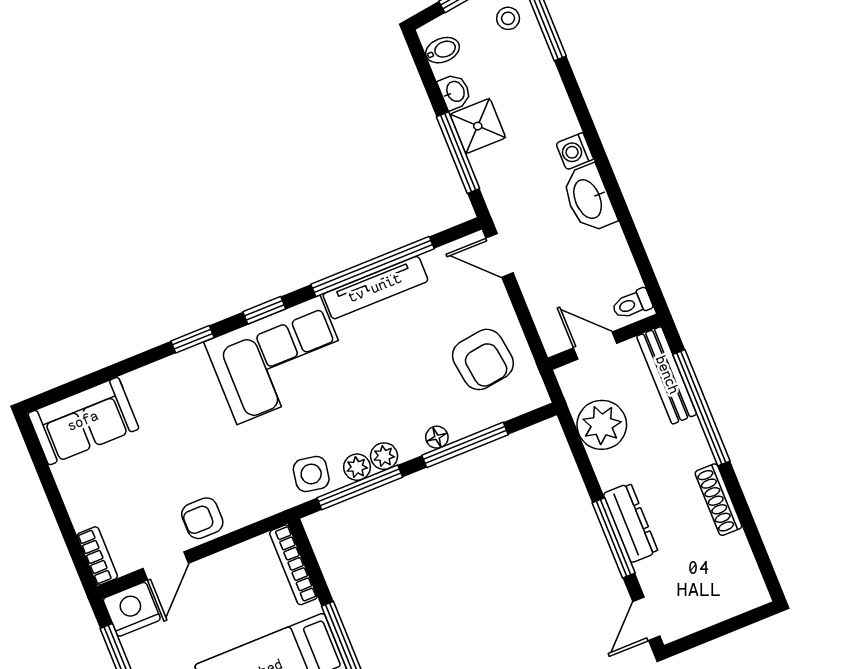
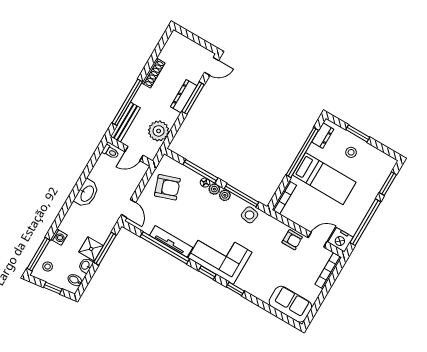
washing machine: (575, 151) -> (59, 237), moved
door: (595, 346) -> (134, 154), hinge flipped
armchair: (483, 359) -> (167, 187), turned 79
plant: (357, 467) -> (214, 189), moved
bookcase: (97, 556) -> (328, 271), width x1.56

